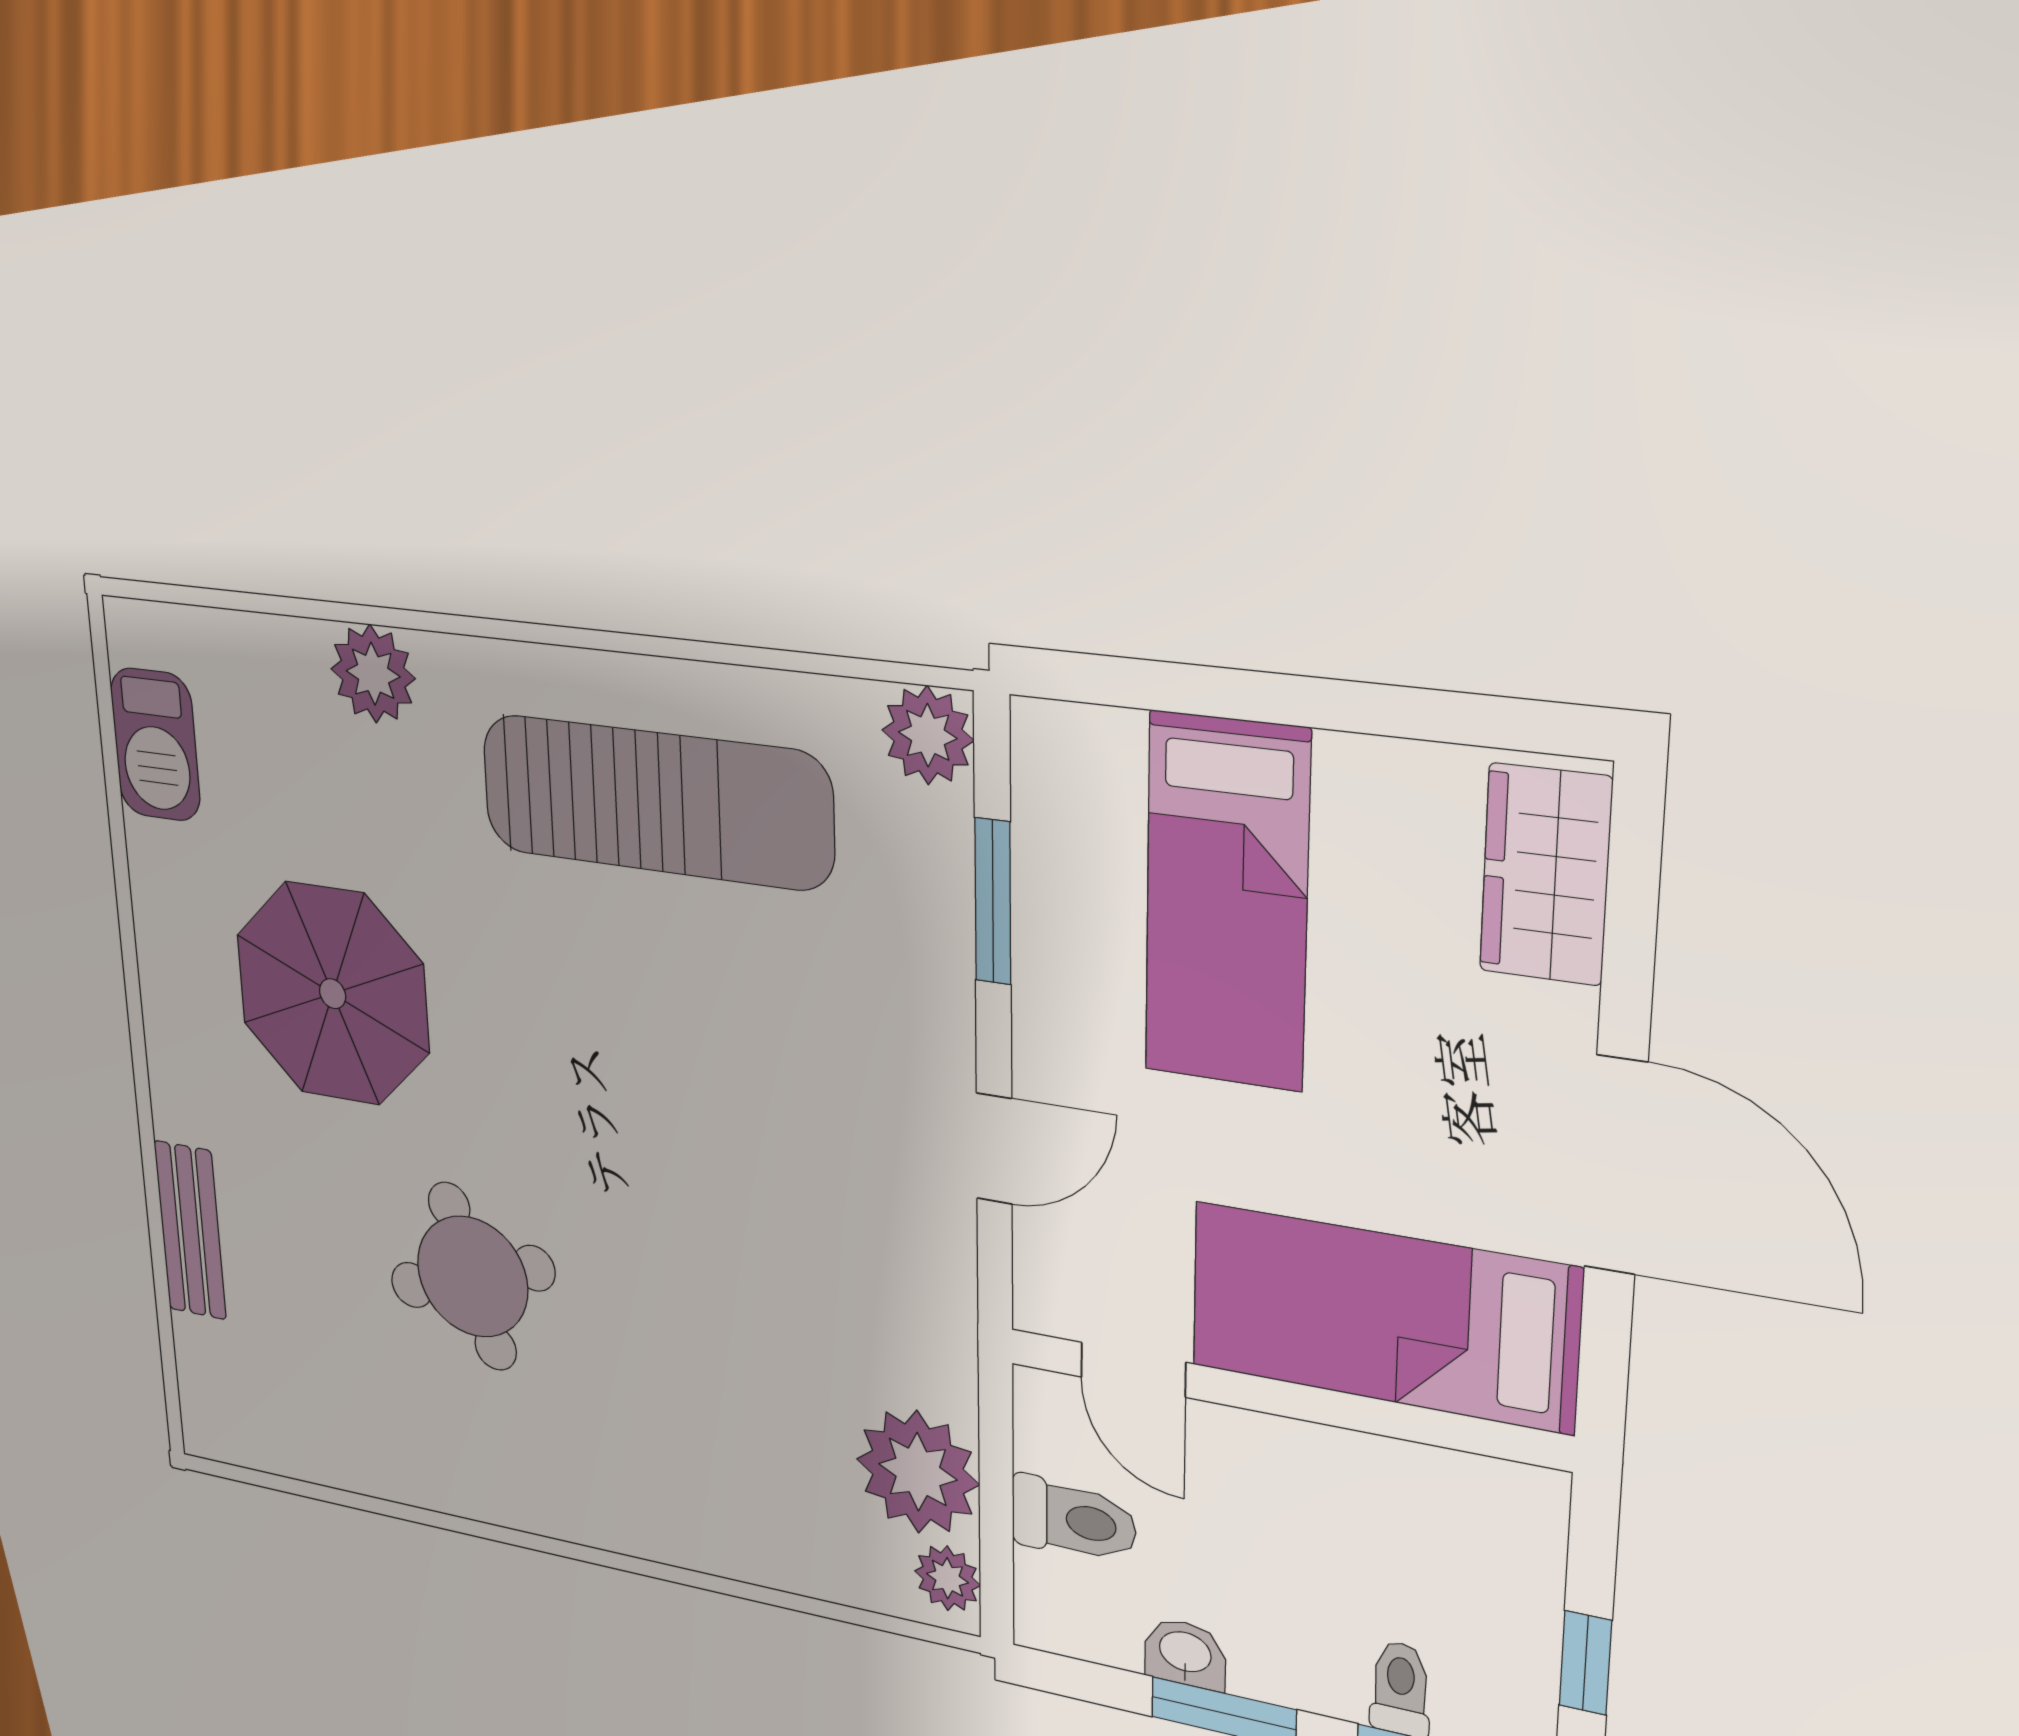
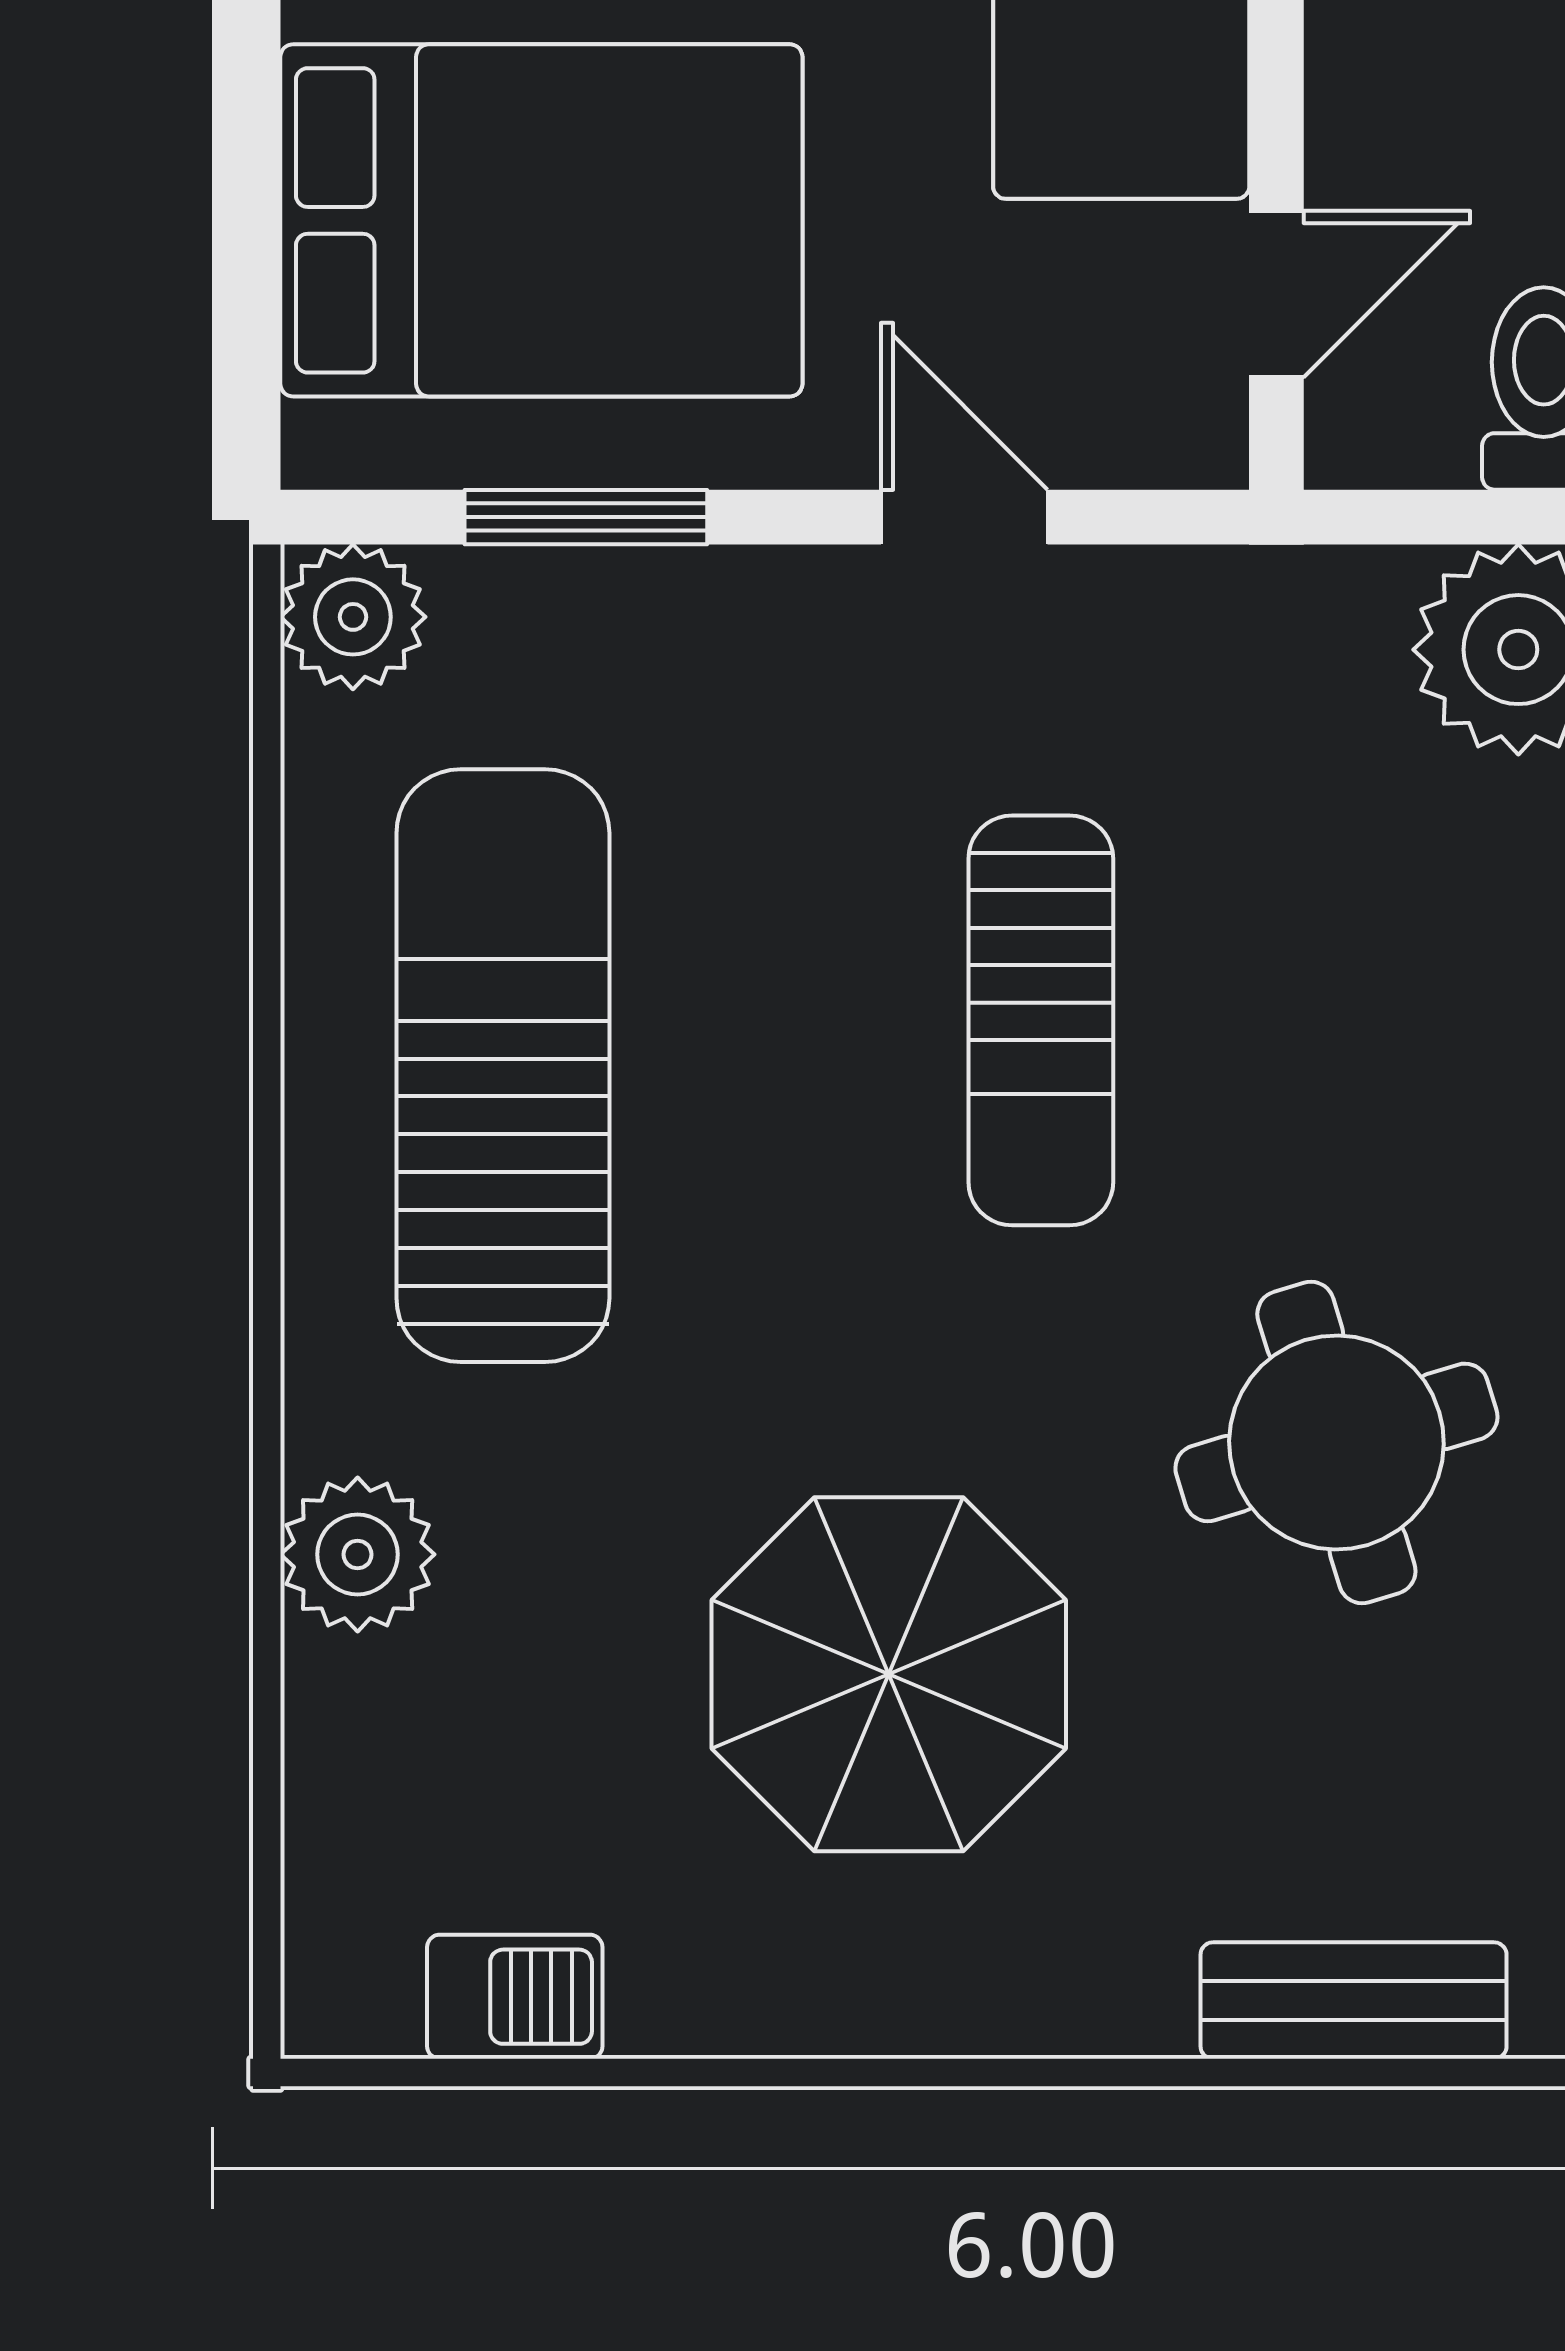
barbecue: (155, 745) -> (515, 1997), width x0.73, depth x0.79
bed: (1227, 903) -> (541, 220), width x1.50
sun lounger: (696, 1145) -> (1041, 1020), added

